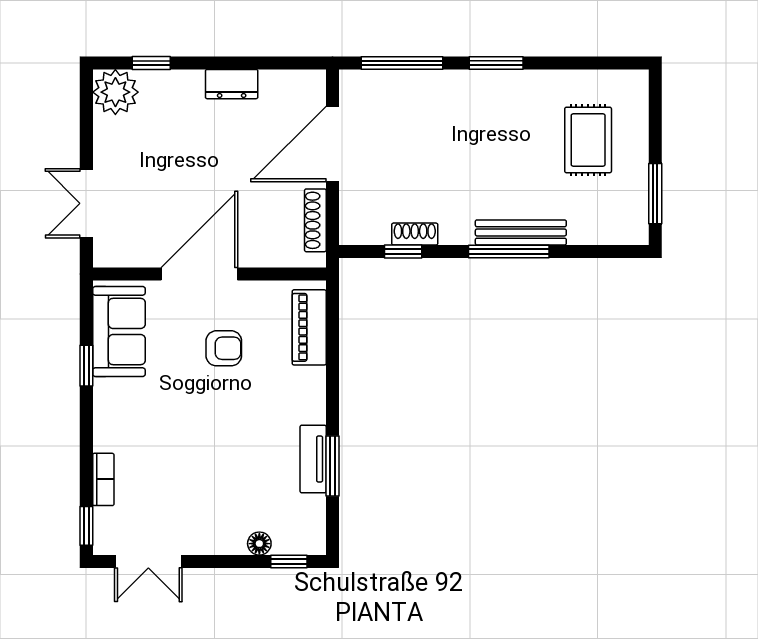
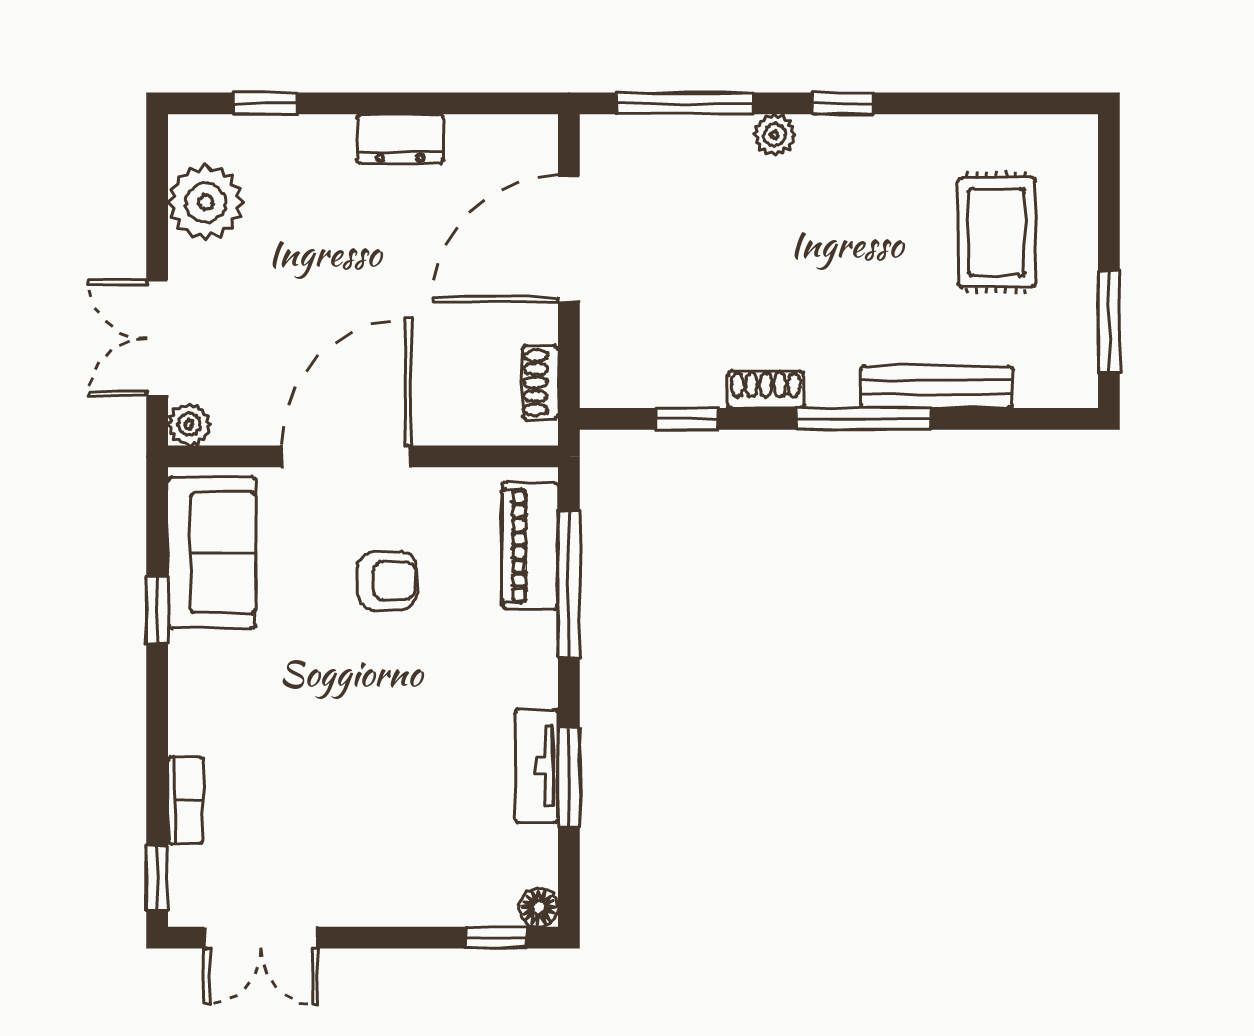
window: (496, 63) -> (843, 103), width x0.67
plant: (455, 82) -> (775, 135), added
plant: (115, 92) -> (206, 202), moved
shoe rack: (315, 220) -> (540, 382), width x0.70
bench: (521, 232) -> (937, 387), moved
shoe rack: (415, 234) -> (766, 390), moved
plant: (105, 255) -> (189, 424), added
window: (332, 350) -> (569, 584), added
floor lamp: (259, 544) -> (539, 907), moved

